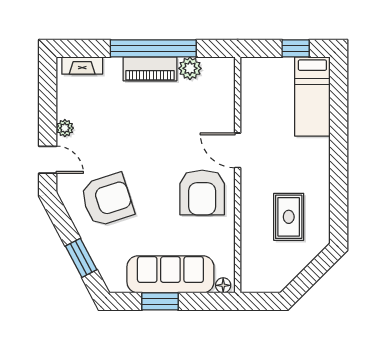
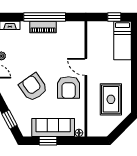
plant: (190, 68) -> (63, 27), removed
armchair: (107, 200) -> (33, 87), moved, turned -107
rug: (289, 217) -> (111, 99), width x1.36, depth x1.43

